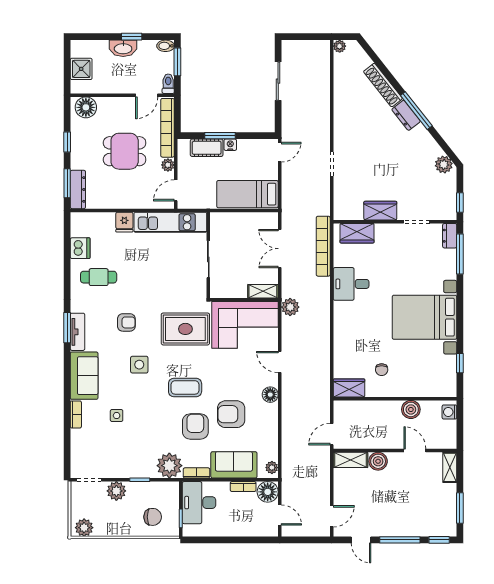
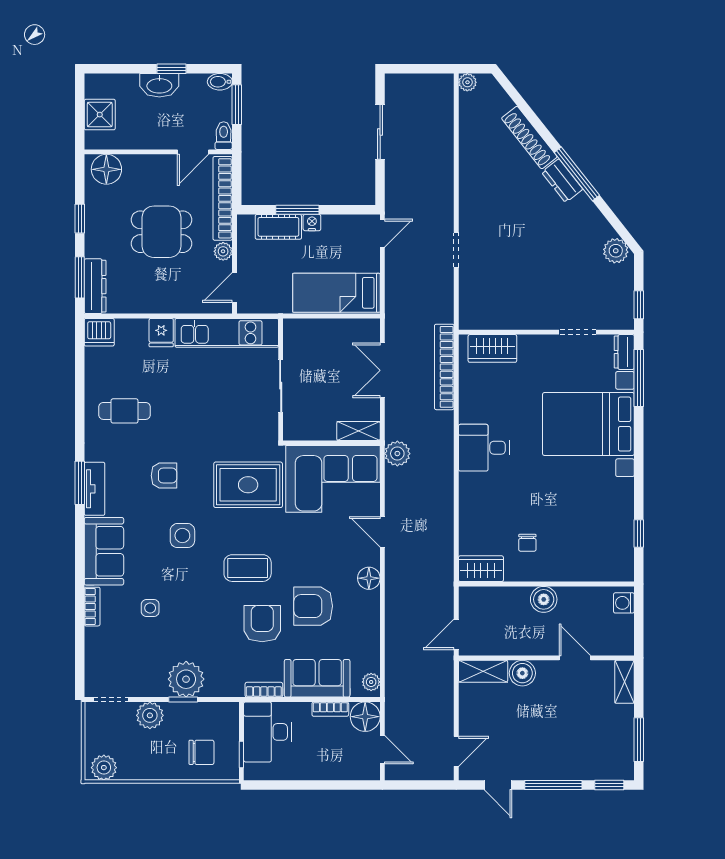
wardrobe: (380, 211) -> (526, 316), removed
dishwasher: (80, 248) -> (99, 332), moved, turned 90
desk: (351, 284) -> (484, 448), moved
bed with nightstands: (424, 317) -> (588, 424), moved
boiler: (411, 409) -> (544, 599), moved
plant: (169, 466) -> (186, 679), moved

